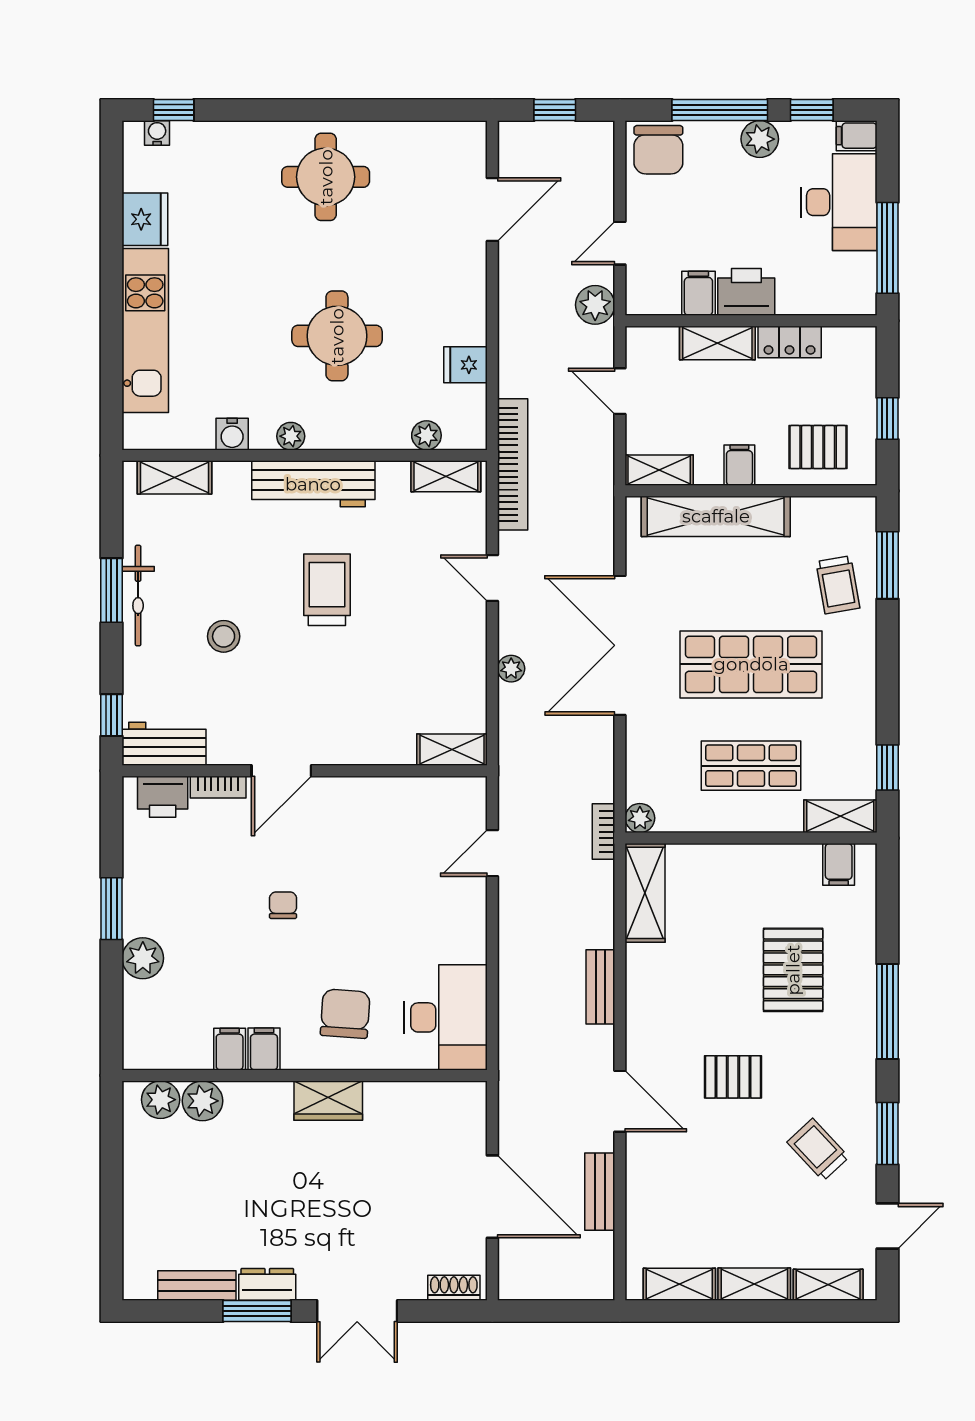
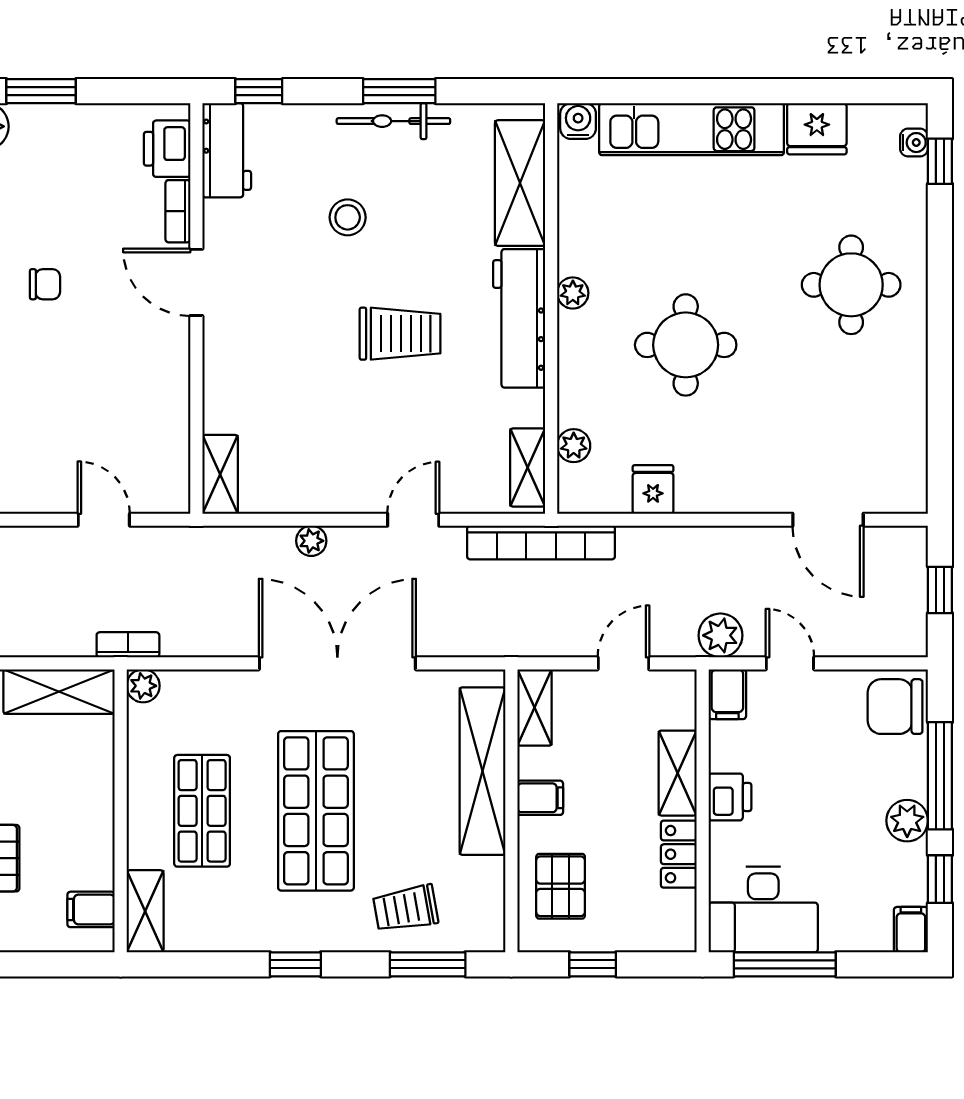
round table: (326, 177) -> (851, 285), moved
desk: (839, 202) -> (763, 909), moved
printer: (746, 292) -> (730, 797), width x0.73, depth x0.81
filing cabinet: (698, 293) -> (727, 694), moved, turned 90
water cooler: (232, 434) -> (578, 121), moved, turned 90
shelving: (175, 477) -> (520, 183), width x1.50, depth x1.33
window: (887, 768) -> (295, 964), moved

